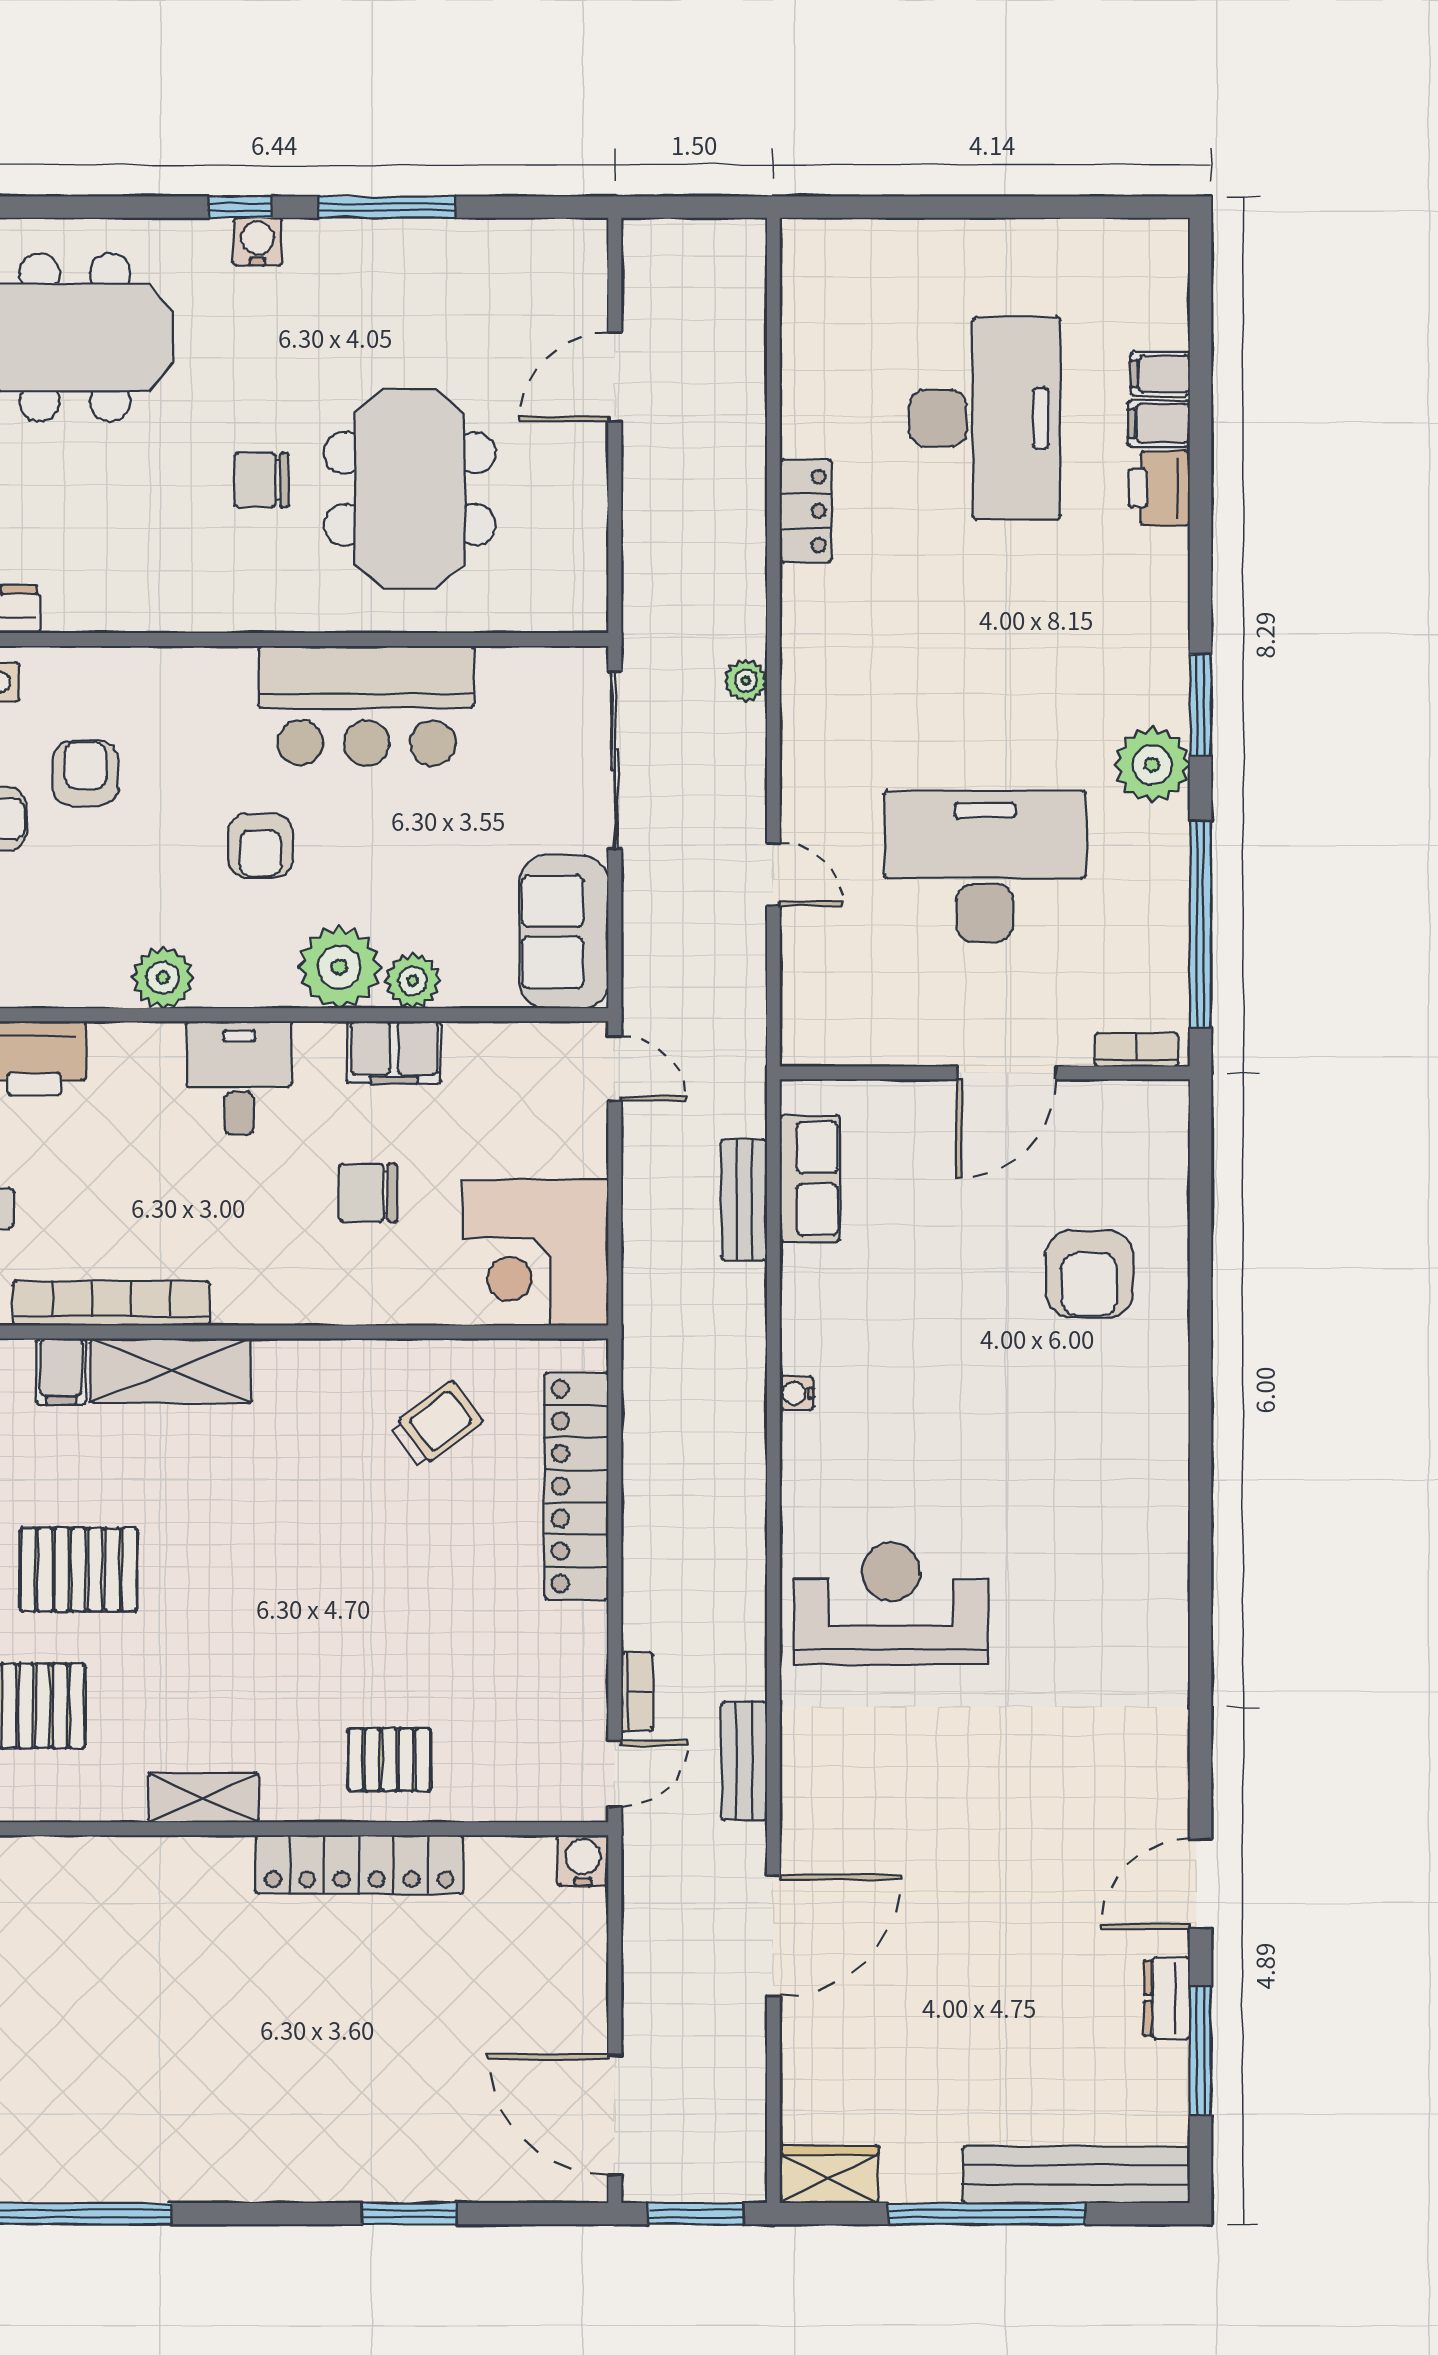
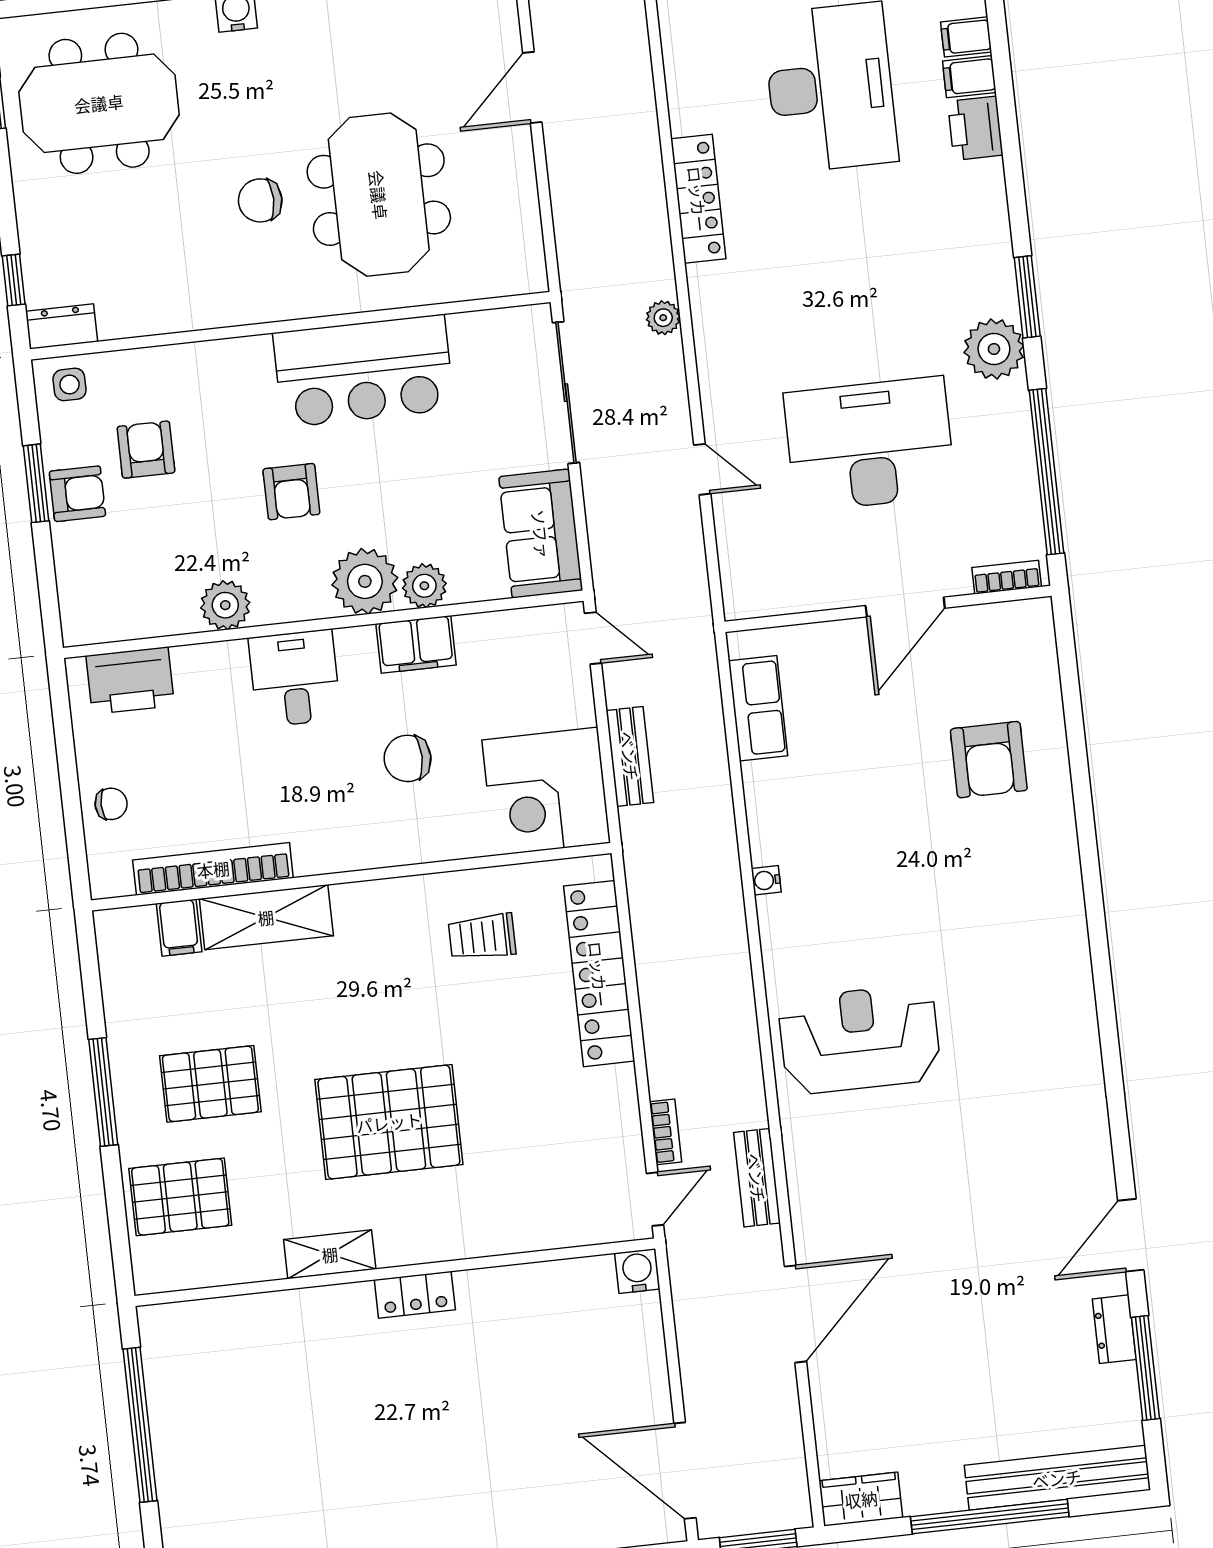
locker: (806, 511) -> (698, 199), width x1.53
bench: (744, 1200) -> (630, 756), moved
trolley: (436, 1424) -> (482, 937), turned -143
pallet: (389, 1760) -> (389, 1122), moved, width x2.05, depth x2.00
locker: (359, 1865) -> (415, 1295), width x0.46, depth x0.83

